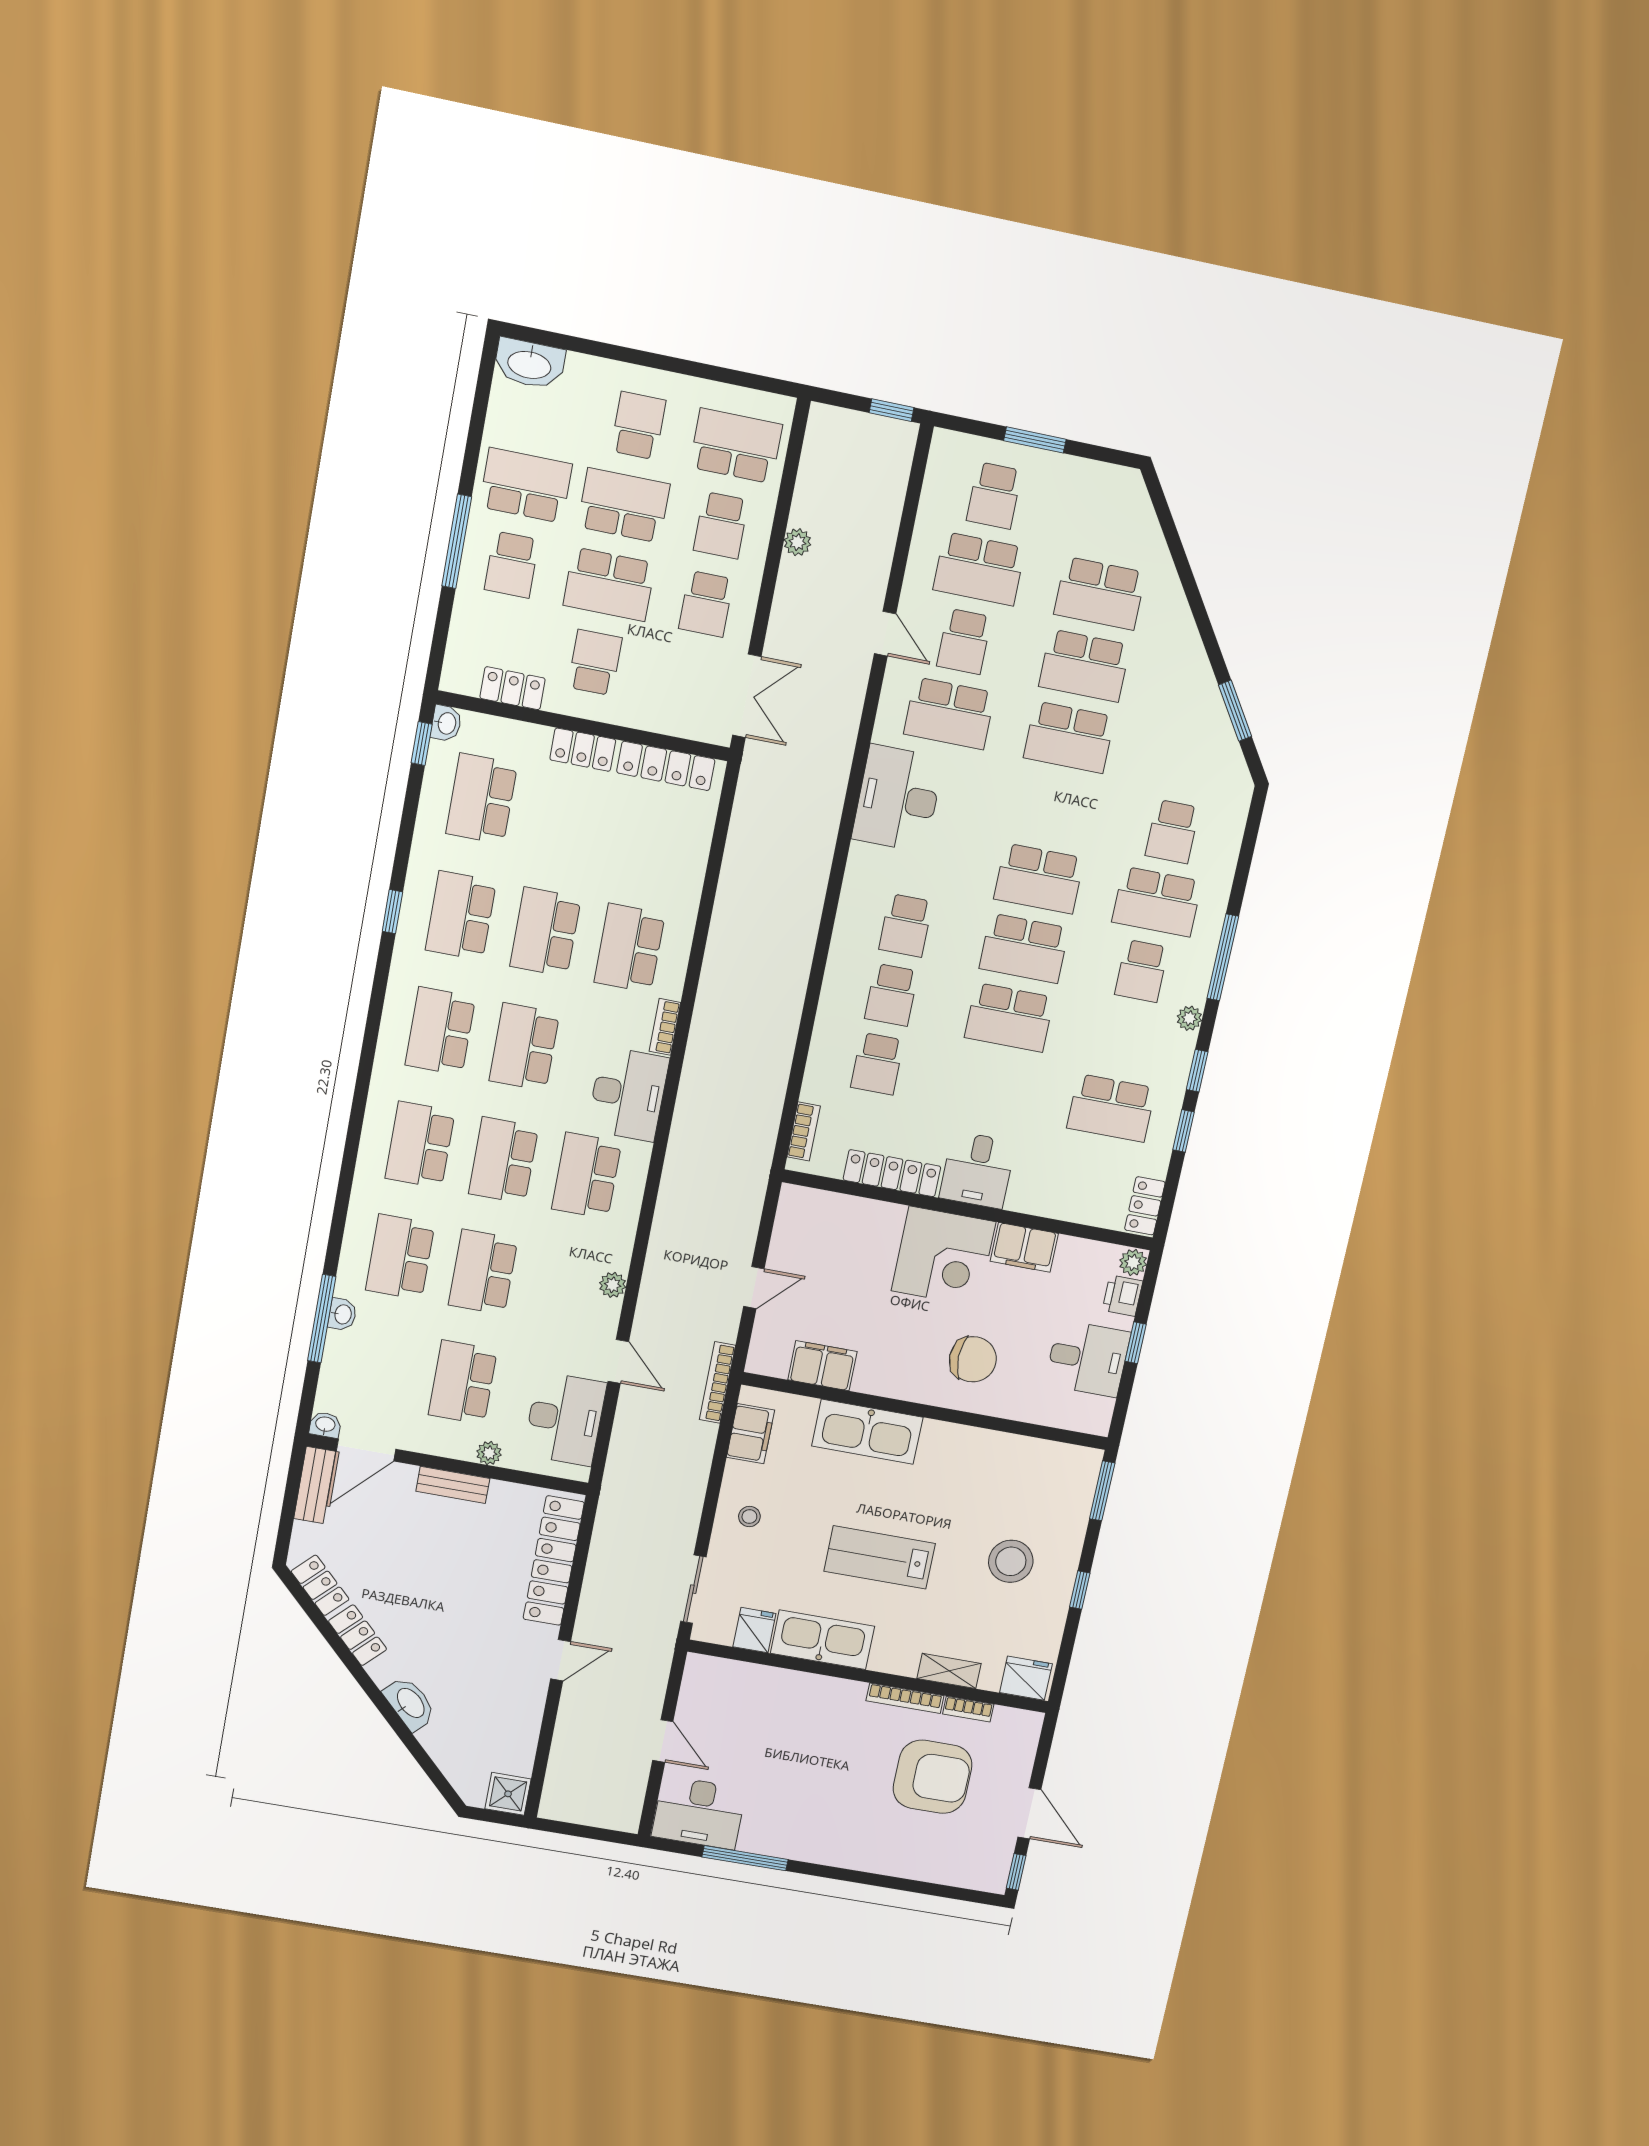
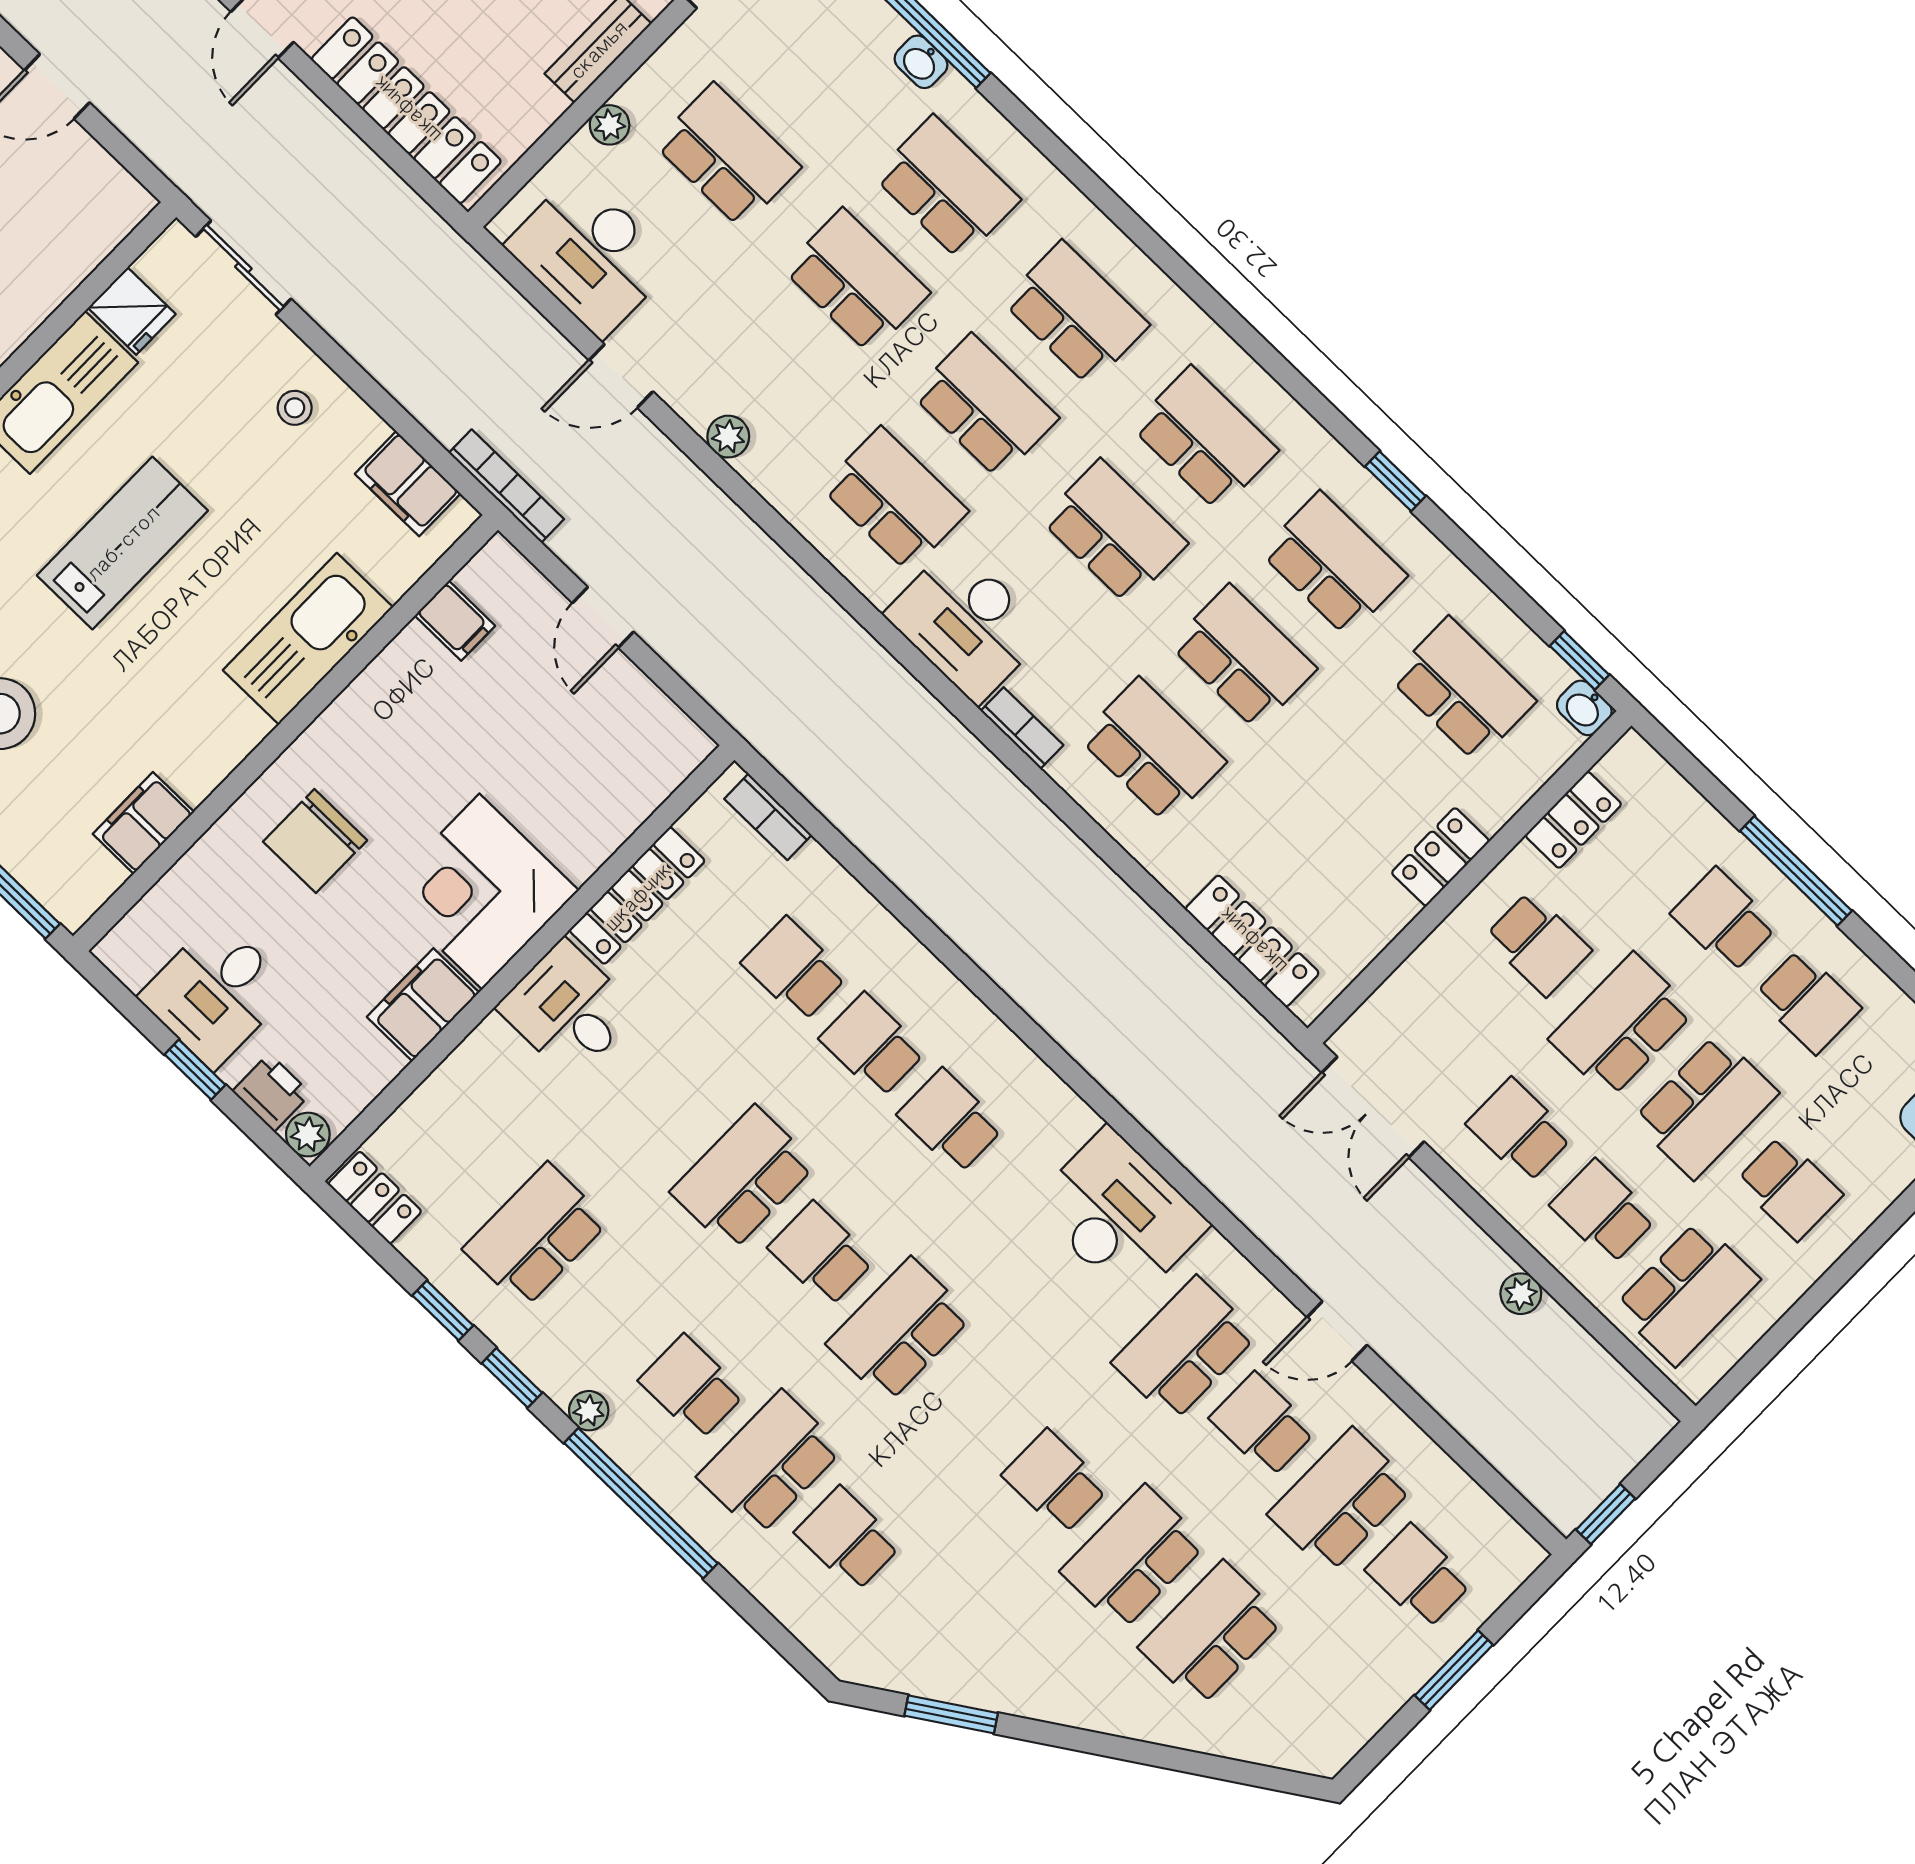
school desk: (526, 485) -> (1808, 1002), width x0.54
school desk: (1069, 737) -> (1055, 1482), width x0.54
locker: (666, 766) -> (1252, 941), moved, turned 90
school desk: (1024, 948) -> (821, 1254), width x0.54
window: (1223, 957) -> (641, 1503), width x1.46
filing cabinet: (822, 1366) -> (455, 621), width x0.50
filing cabinet: (1021, 1453) -> (143, 823), added

